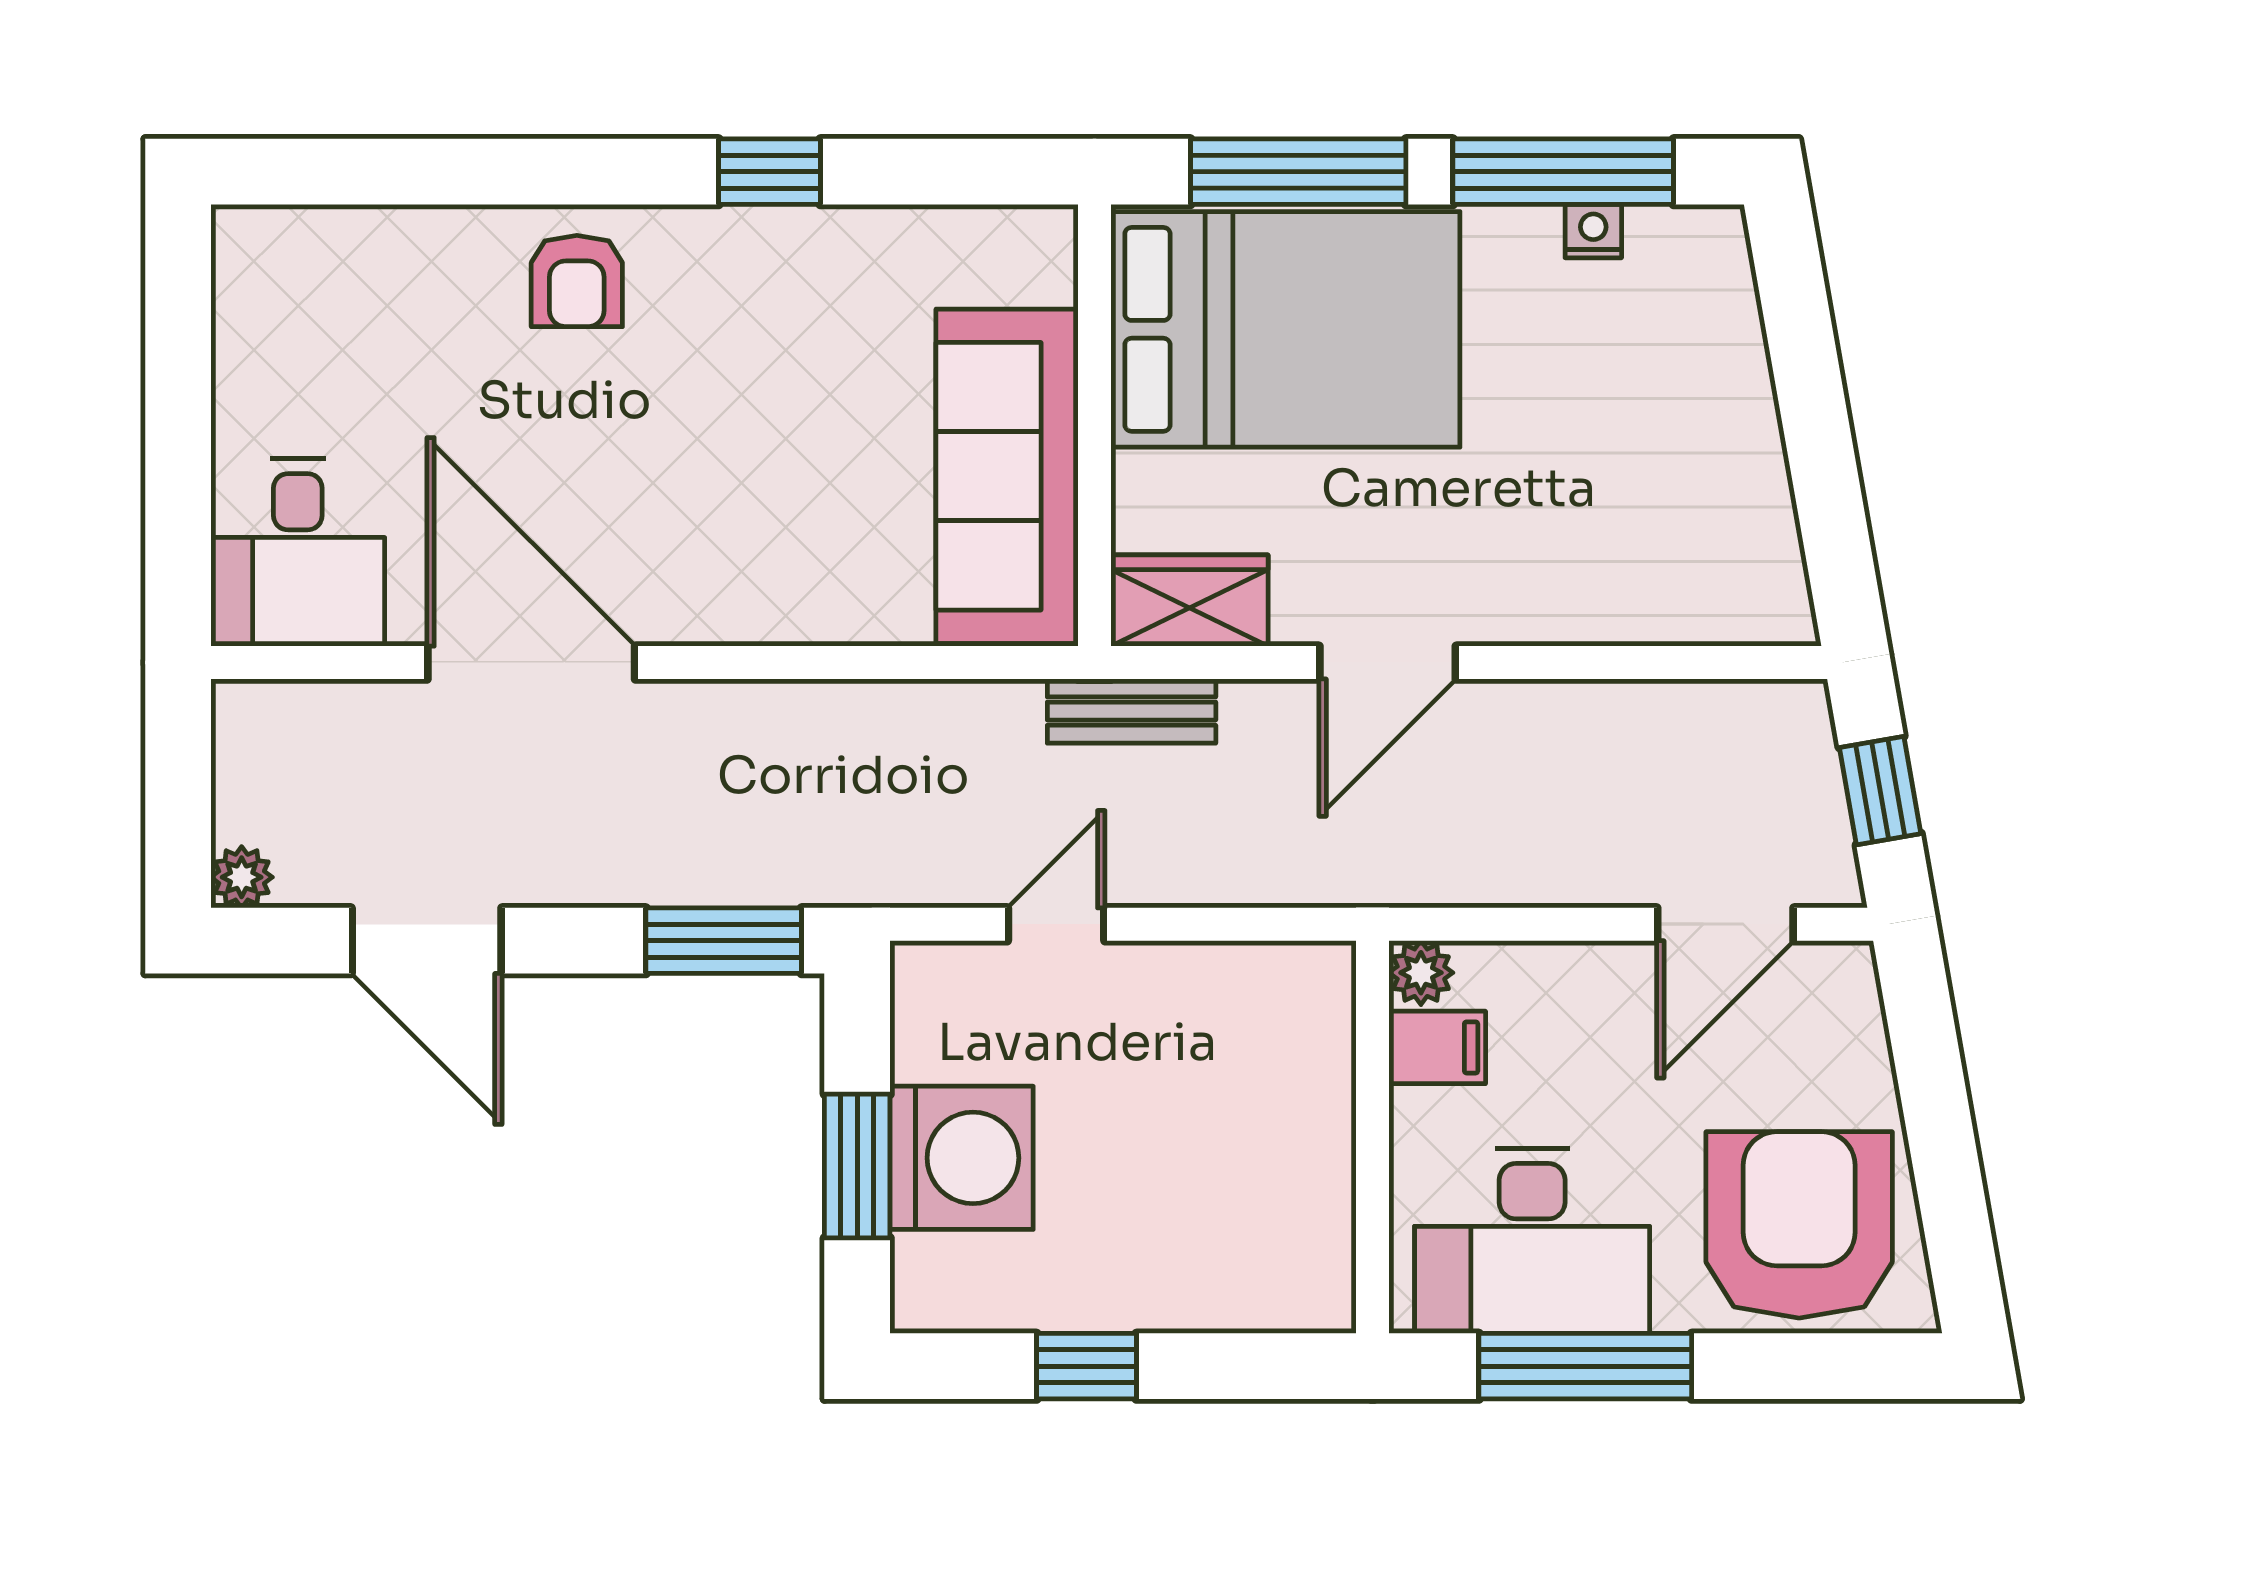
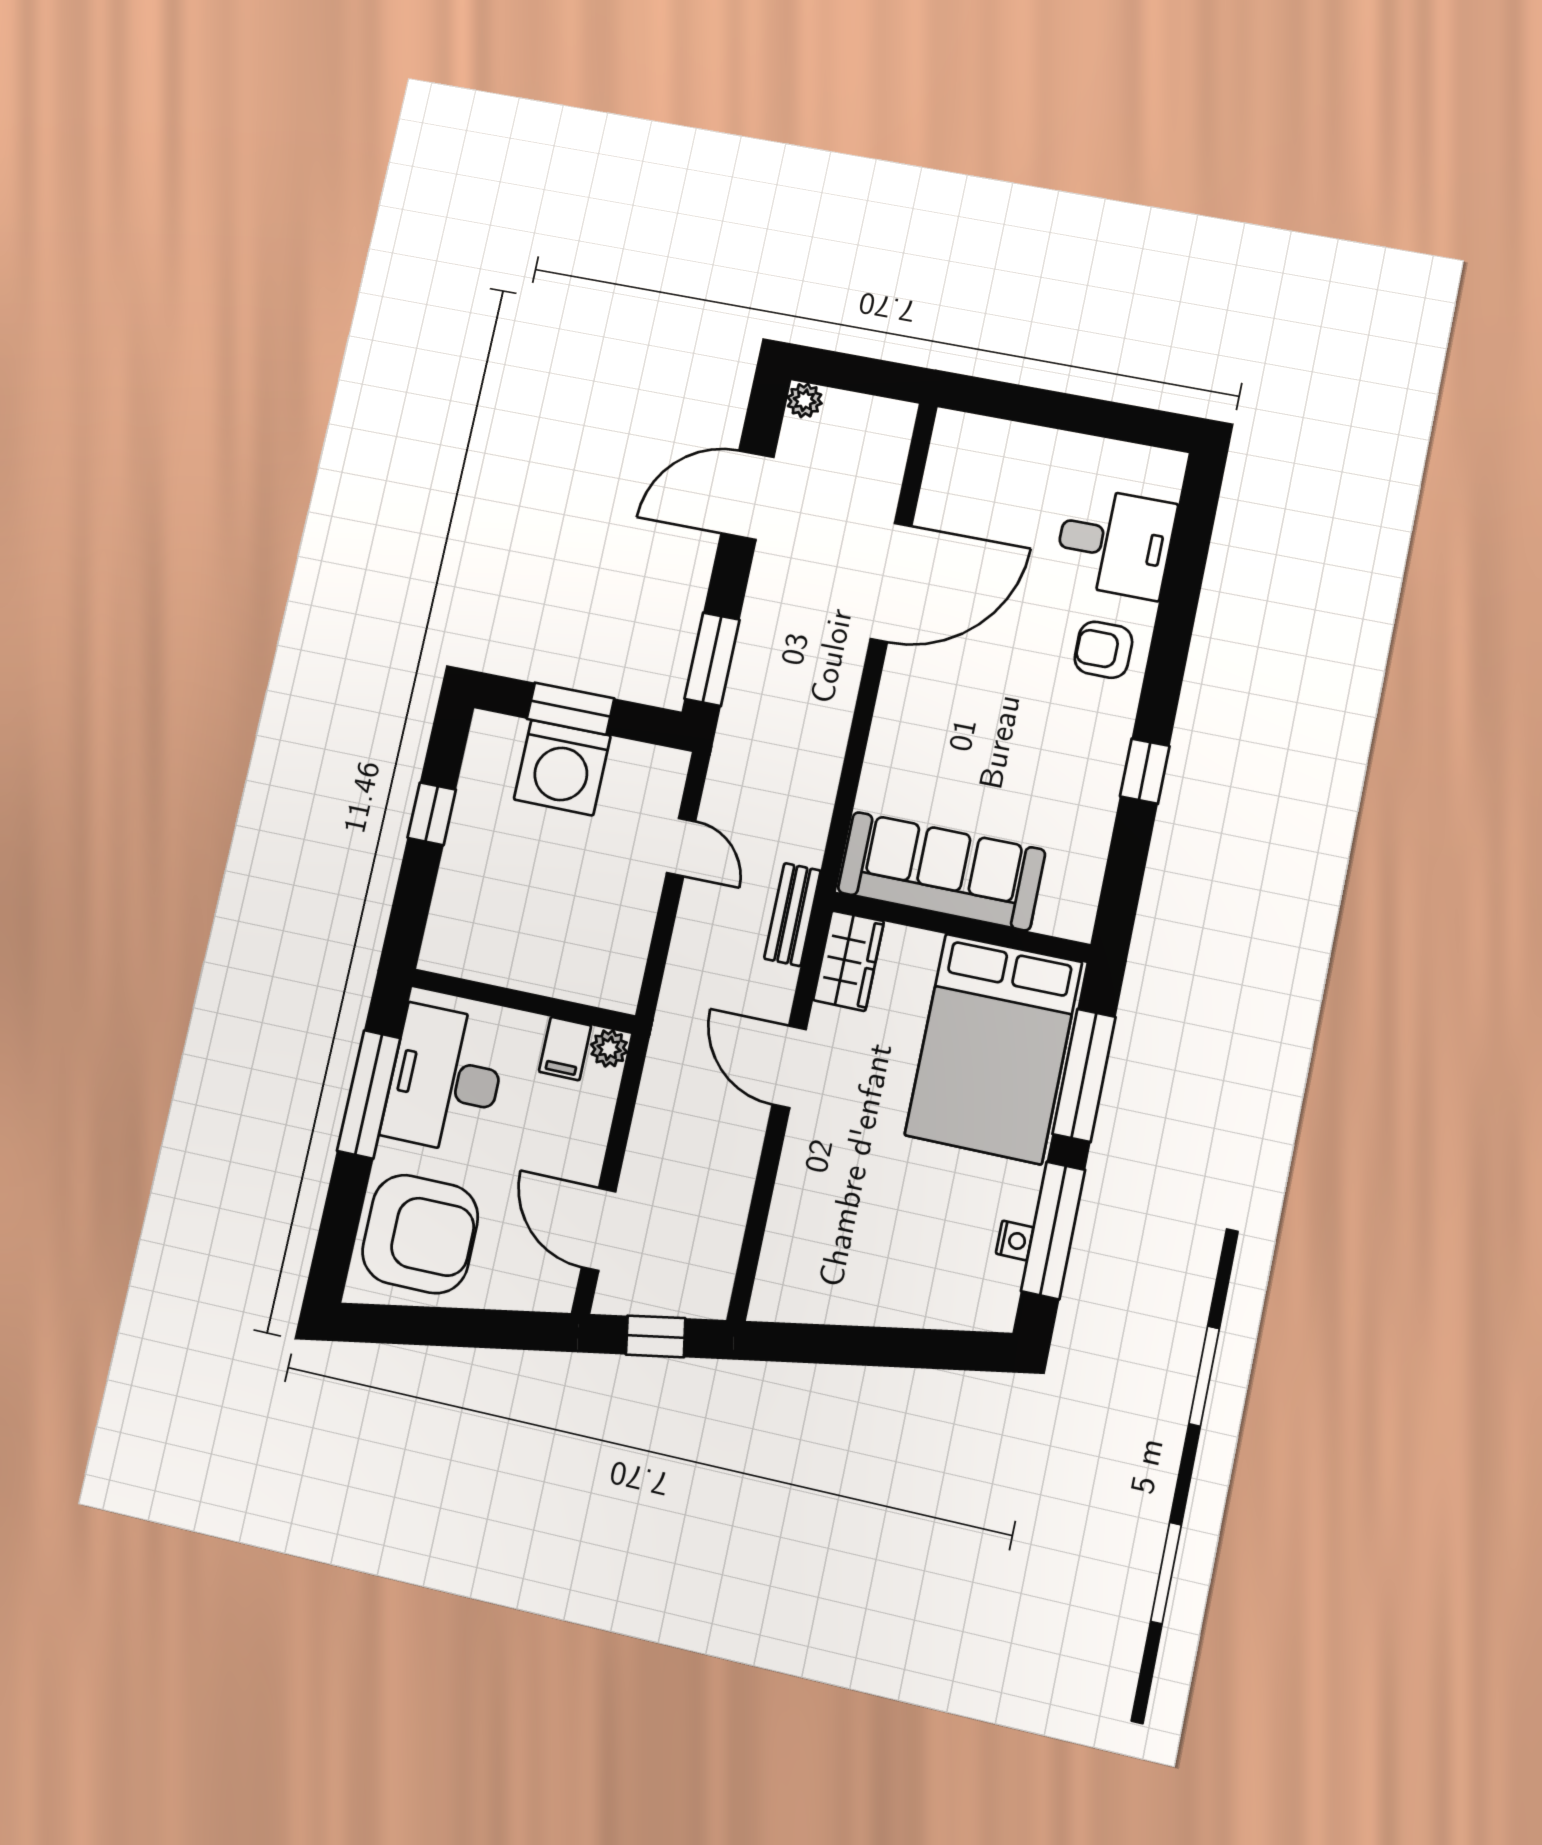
desk: (298, 552) -> (1115, 543), moved, turned 180

